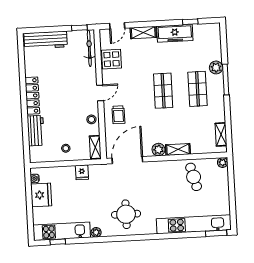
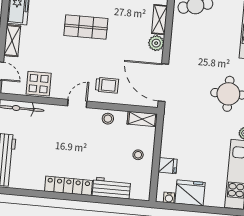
door: (100, 93) -> (77, 103), hinge flipped
fridge: (82, 172) -> (168, 166), moved

